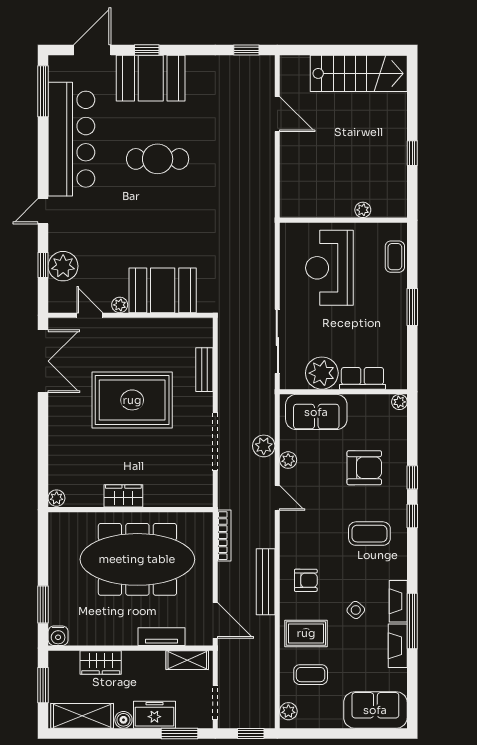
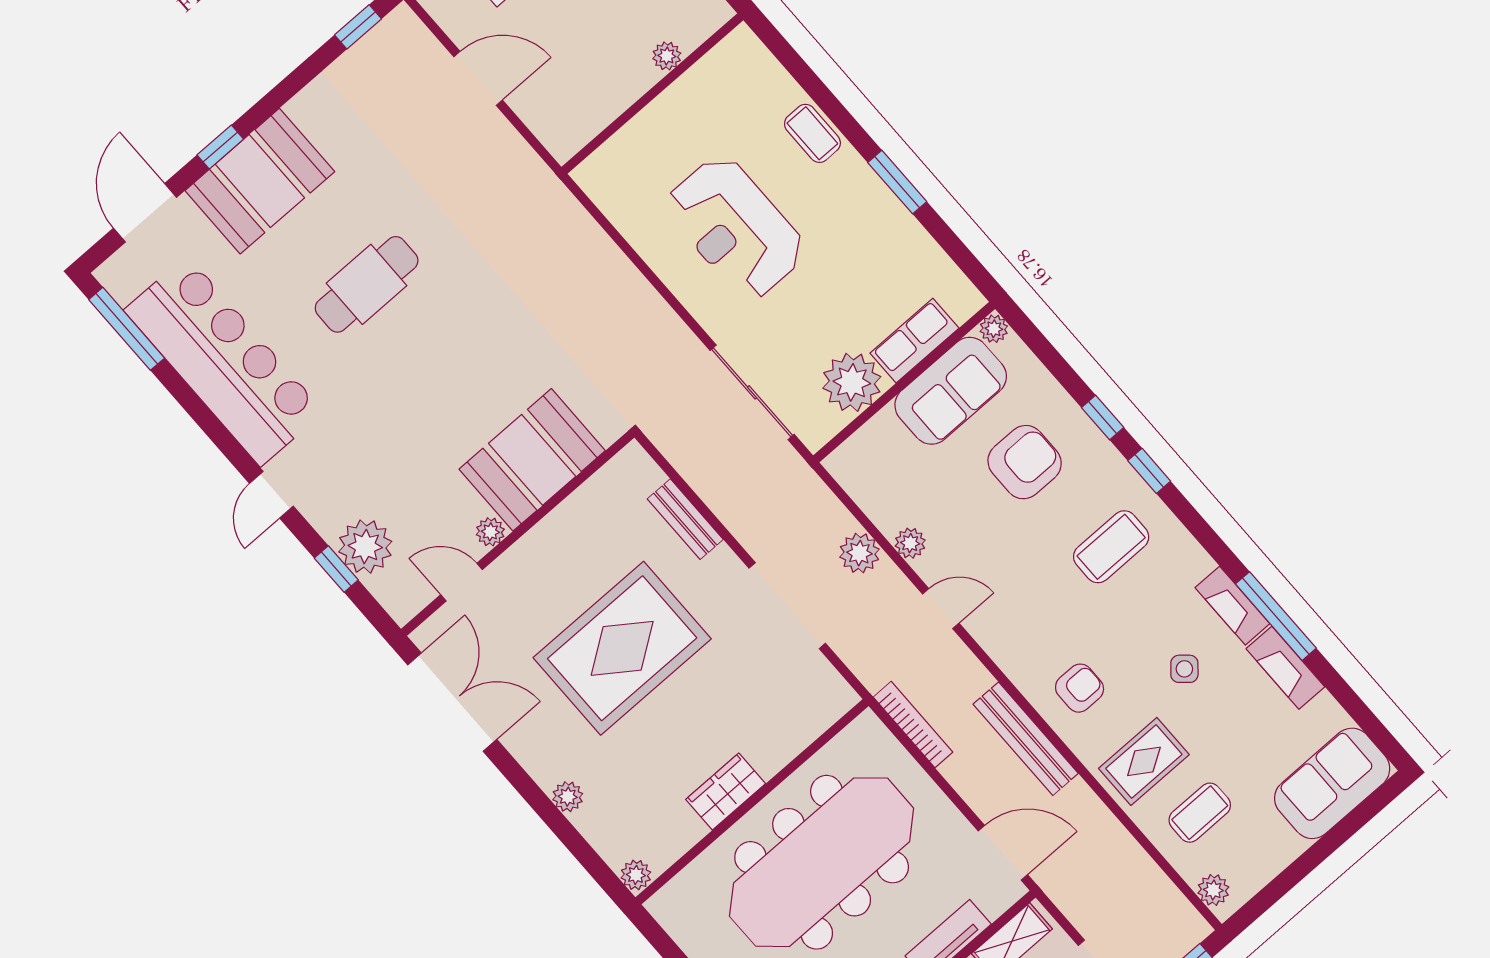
plant: (363, 210) -> (667, 56), moved
wall: (343, 220) -> (652, 94), moved
sofa: (316, 412) -> (951, 391), moved
plant: (57, 441) -> (568, 797), added

